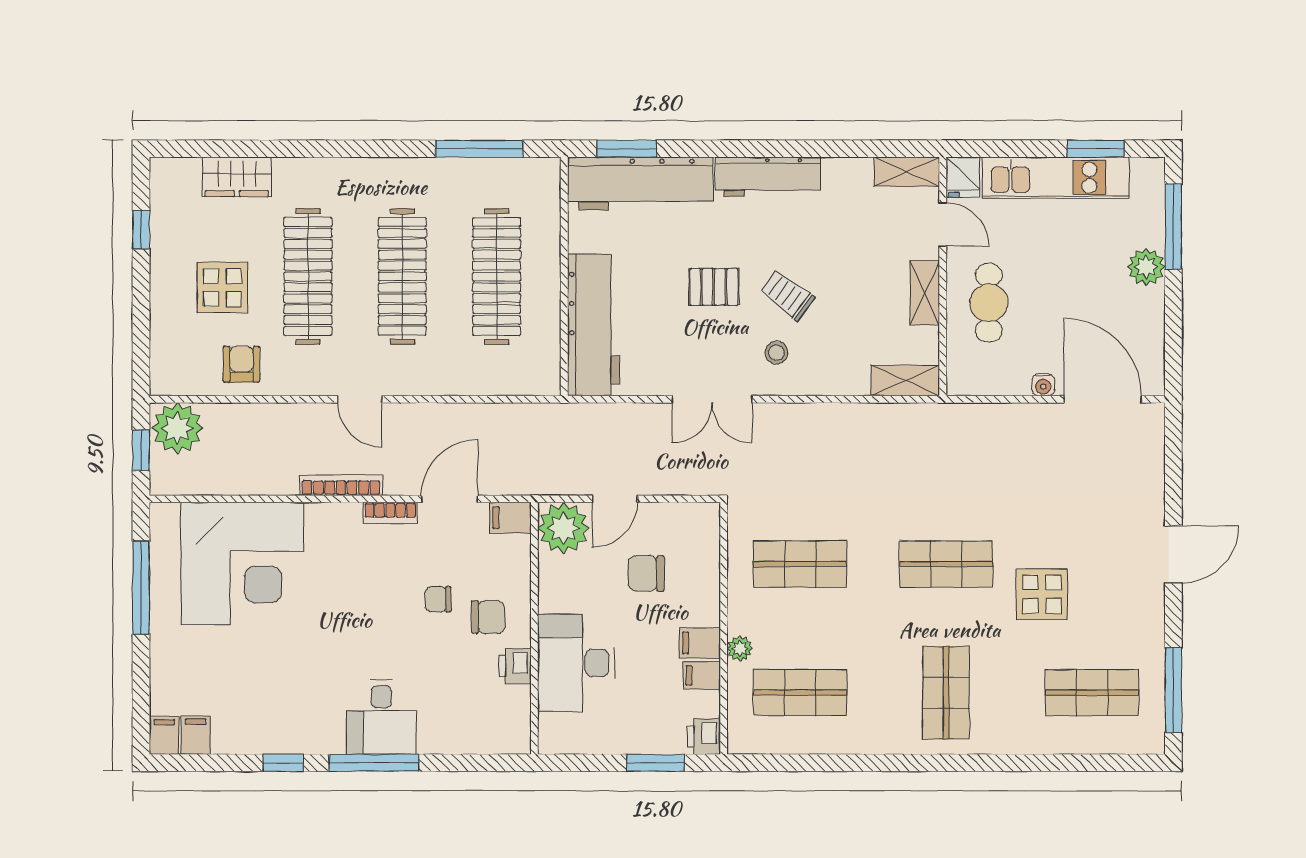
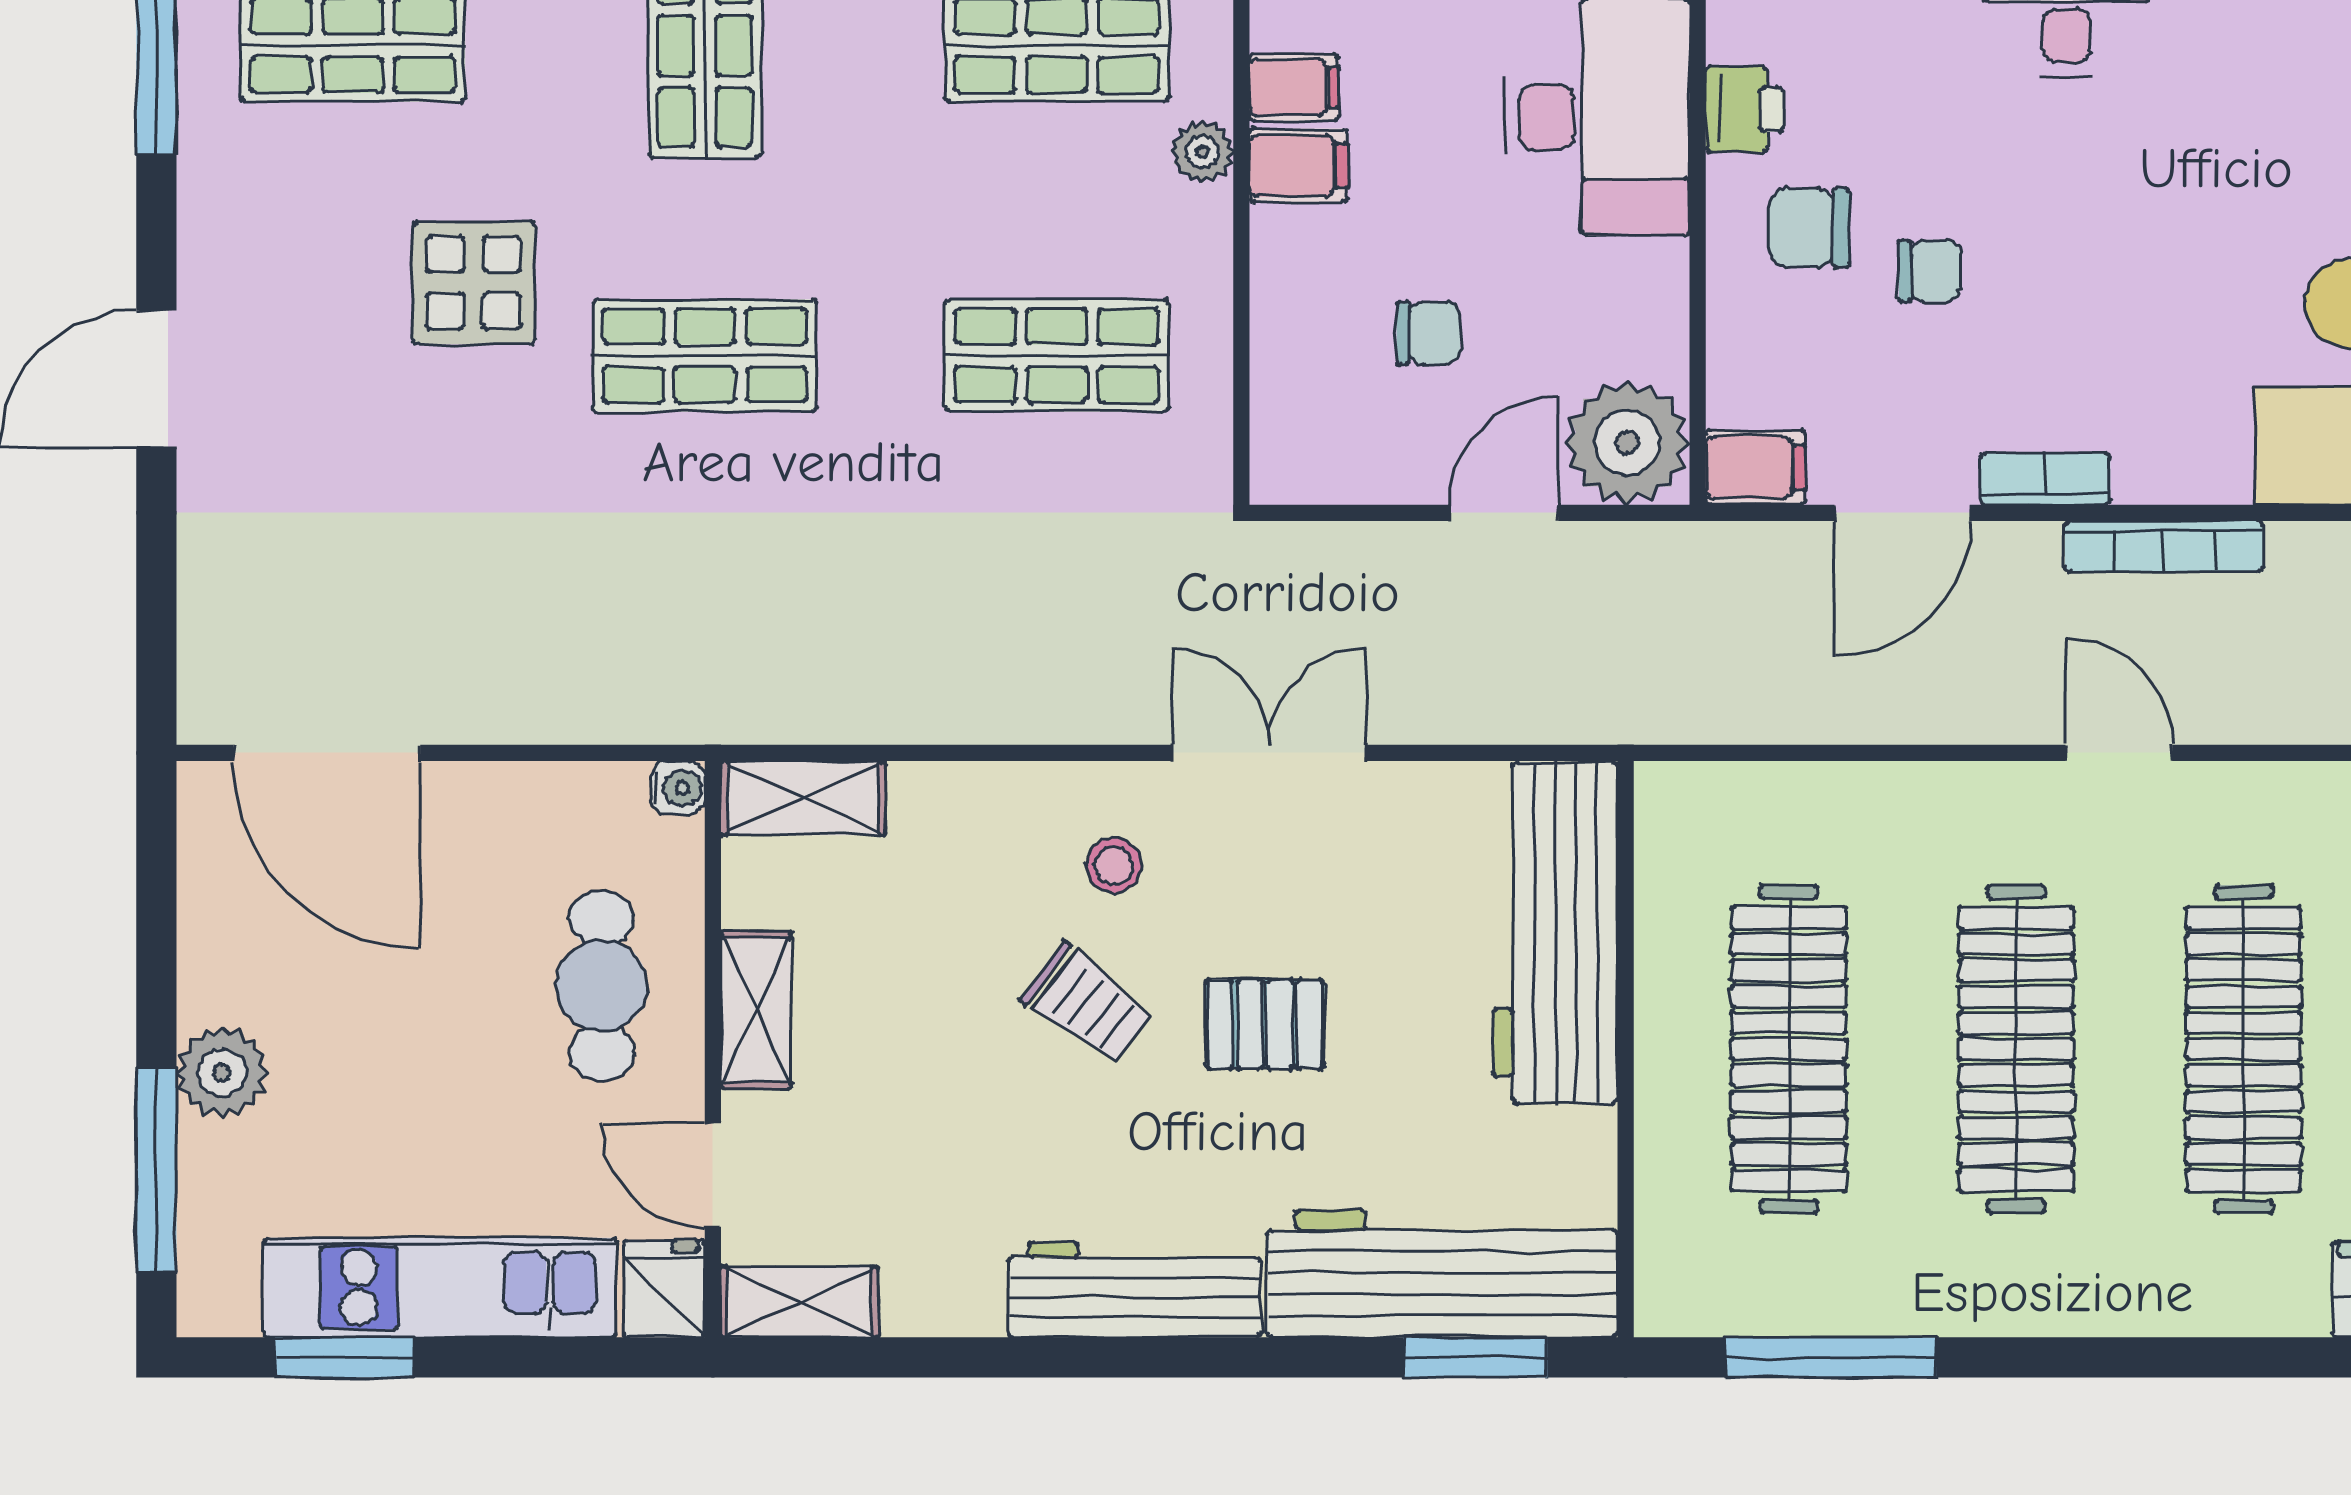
water cooler: (1043, 385) -> (678, 788), moved, turned 90
chair: (646, 573) -> (1428, 333), width x0.73, depth x0.73

